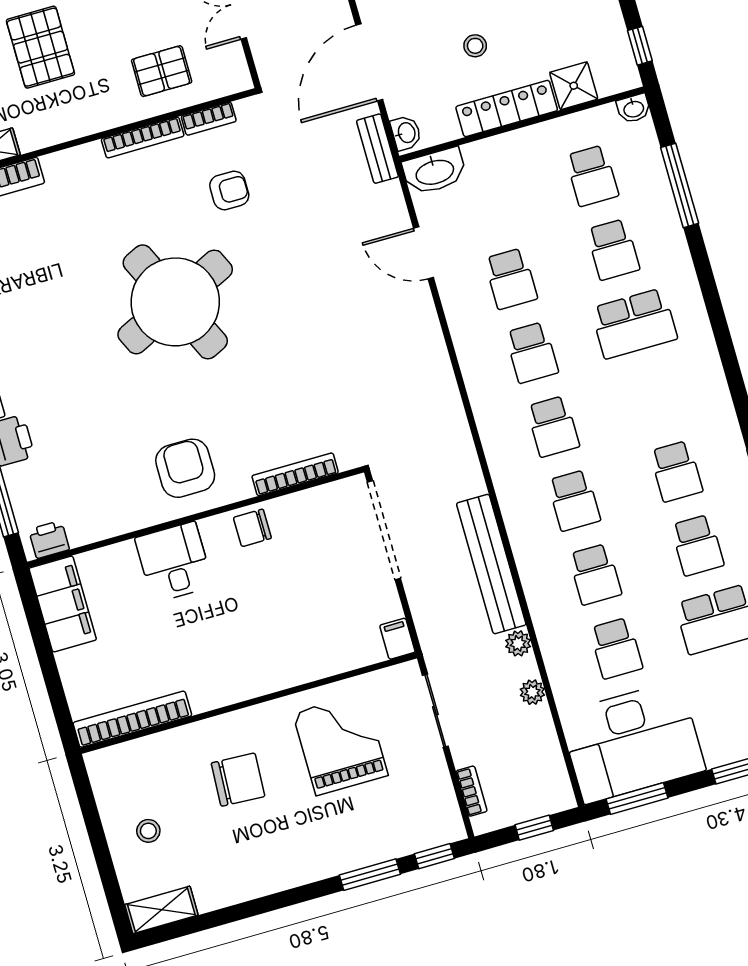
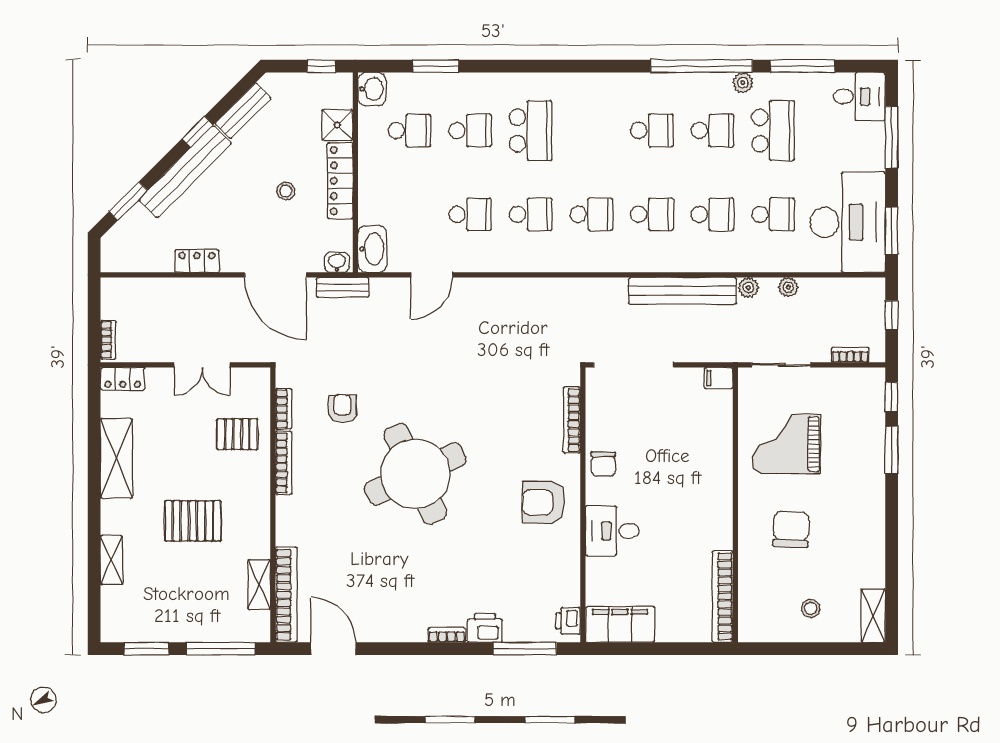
pallet: (162, 71) -> (237, 434), turned 90
washbasin: (634, 108) -> (372, 89), width x1.38, depth x1.45
window: (680, 185) -> (436, 66), width x0.69

